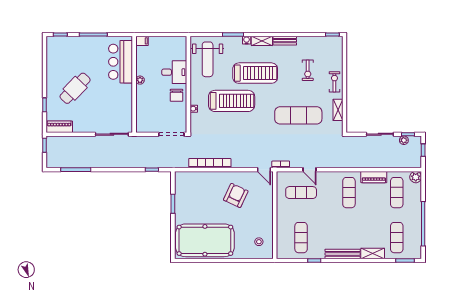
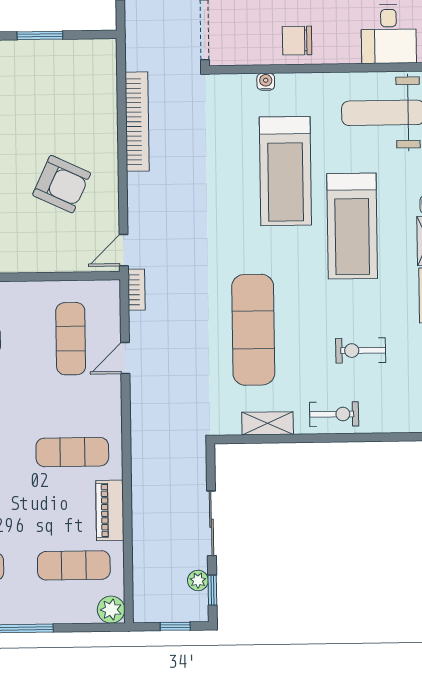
desk: (174, 72) -> (389, 34), moved

